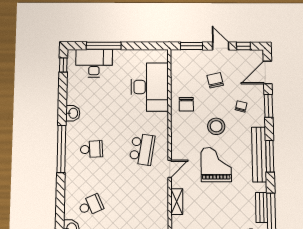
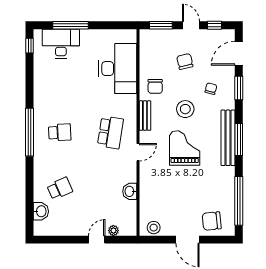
washbasin: (73, 113) -> (130, 191), moved, turned 180
shelving: (177, 202) -> (145, 185), removed
bench: (262, 207) -> (145, 116), moved

